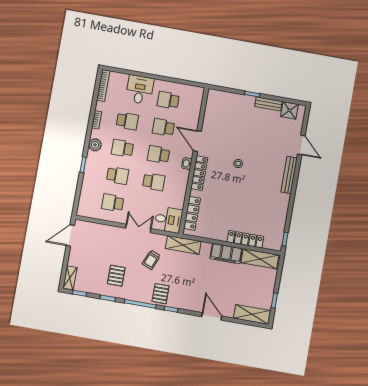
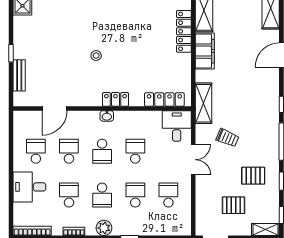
school desk: (168, 100) -> (36, 151), turned 180
bench: (268, 104) -> (19, 75), moved
school desk: (163, 127) -> (69, 151), turned 180
door: (197, 141) -> (55, 108), moved
locker: (199, 173) -> (115, 99), width x0.66
school desk: (113, 203) -> (168, 195), turned 180
double door: (138, 228) -> (193, 160), swing flipped
pallet: (161, 294) -> (233, 205), moved

